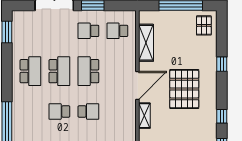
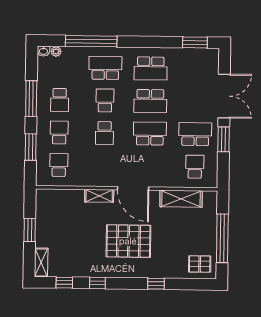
school desk: (88, 31) -> (195, 134), width x1.85
school desk: (30, 111) -> (105, 68), added

